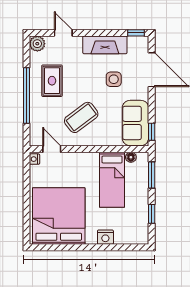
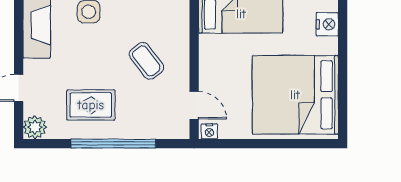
coffee table: (81, 117) -> (146, 61), width x0.73, depth x0.77
door: (52, 149) -> (194, 105), swing flipped

